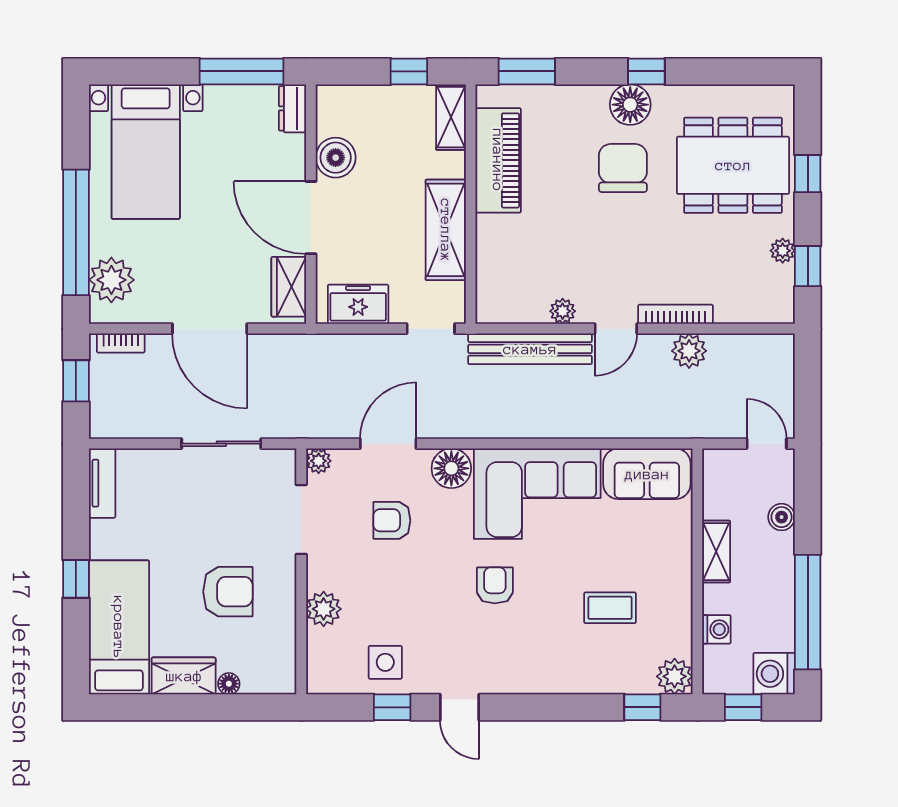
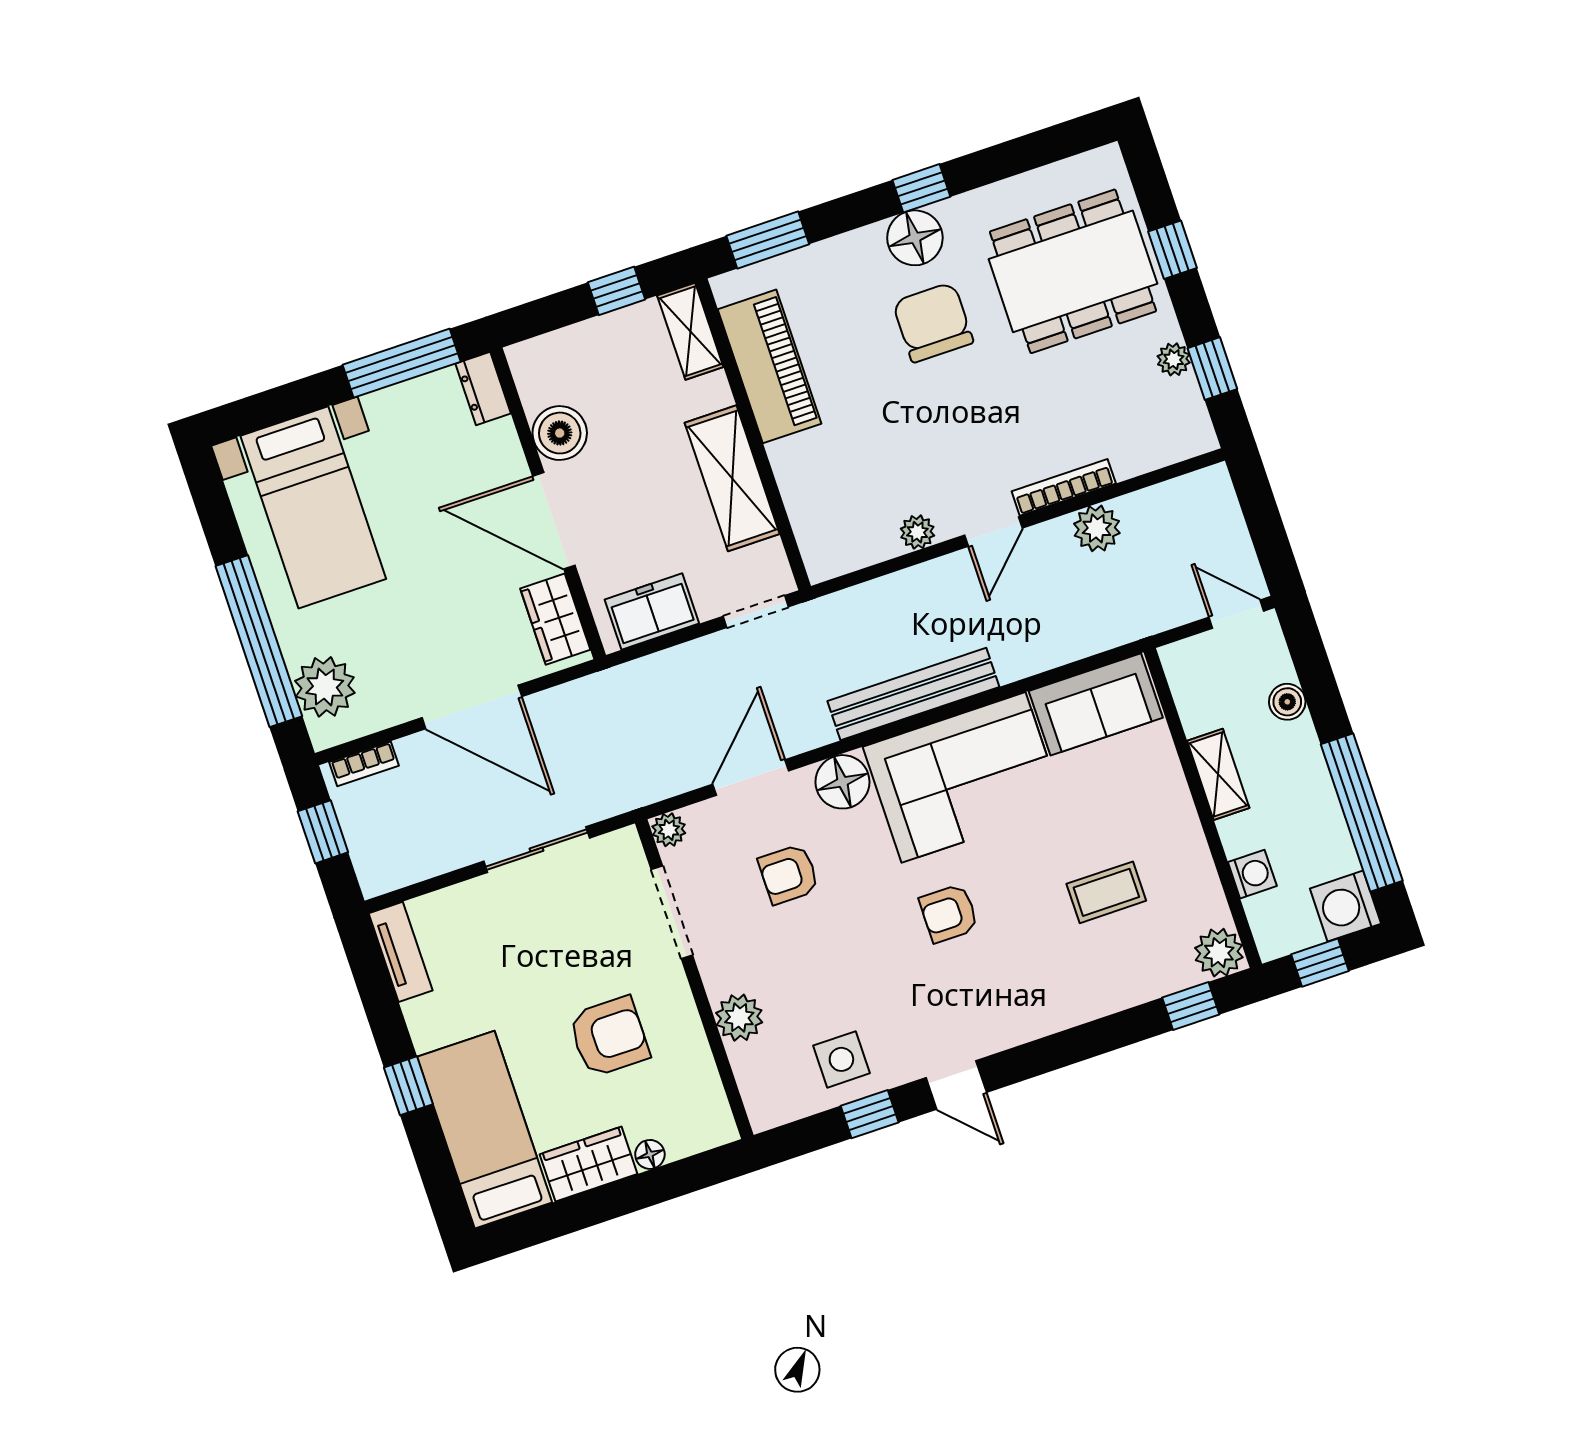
bench: (530, 349) -> (913, 694), moved
armchair: (495, 585) -> (949, 913), turned -90

